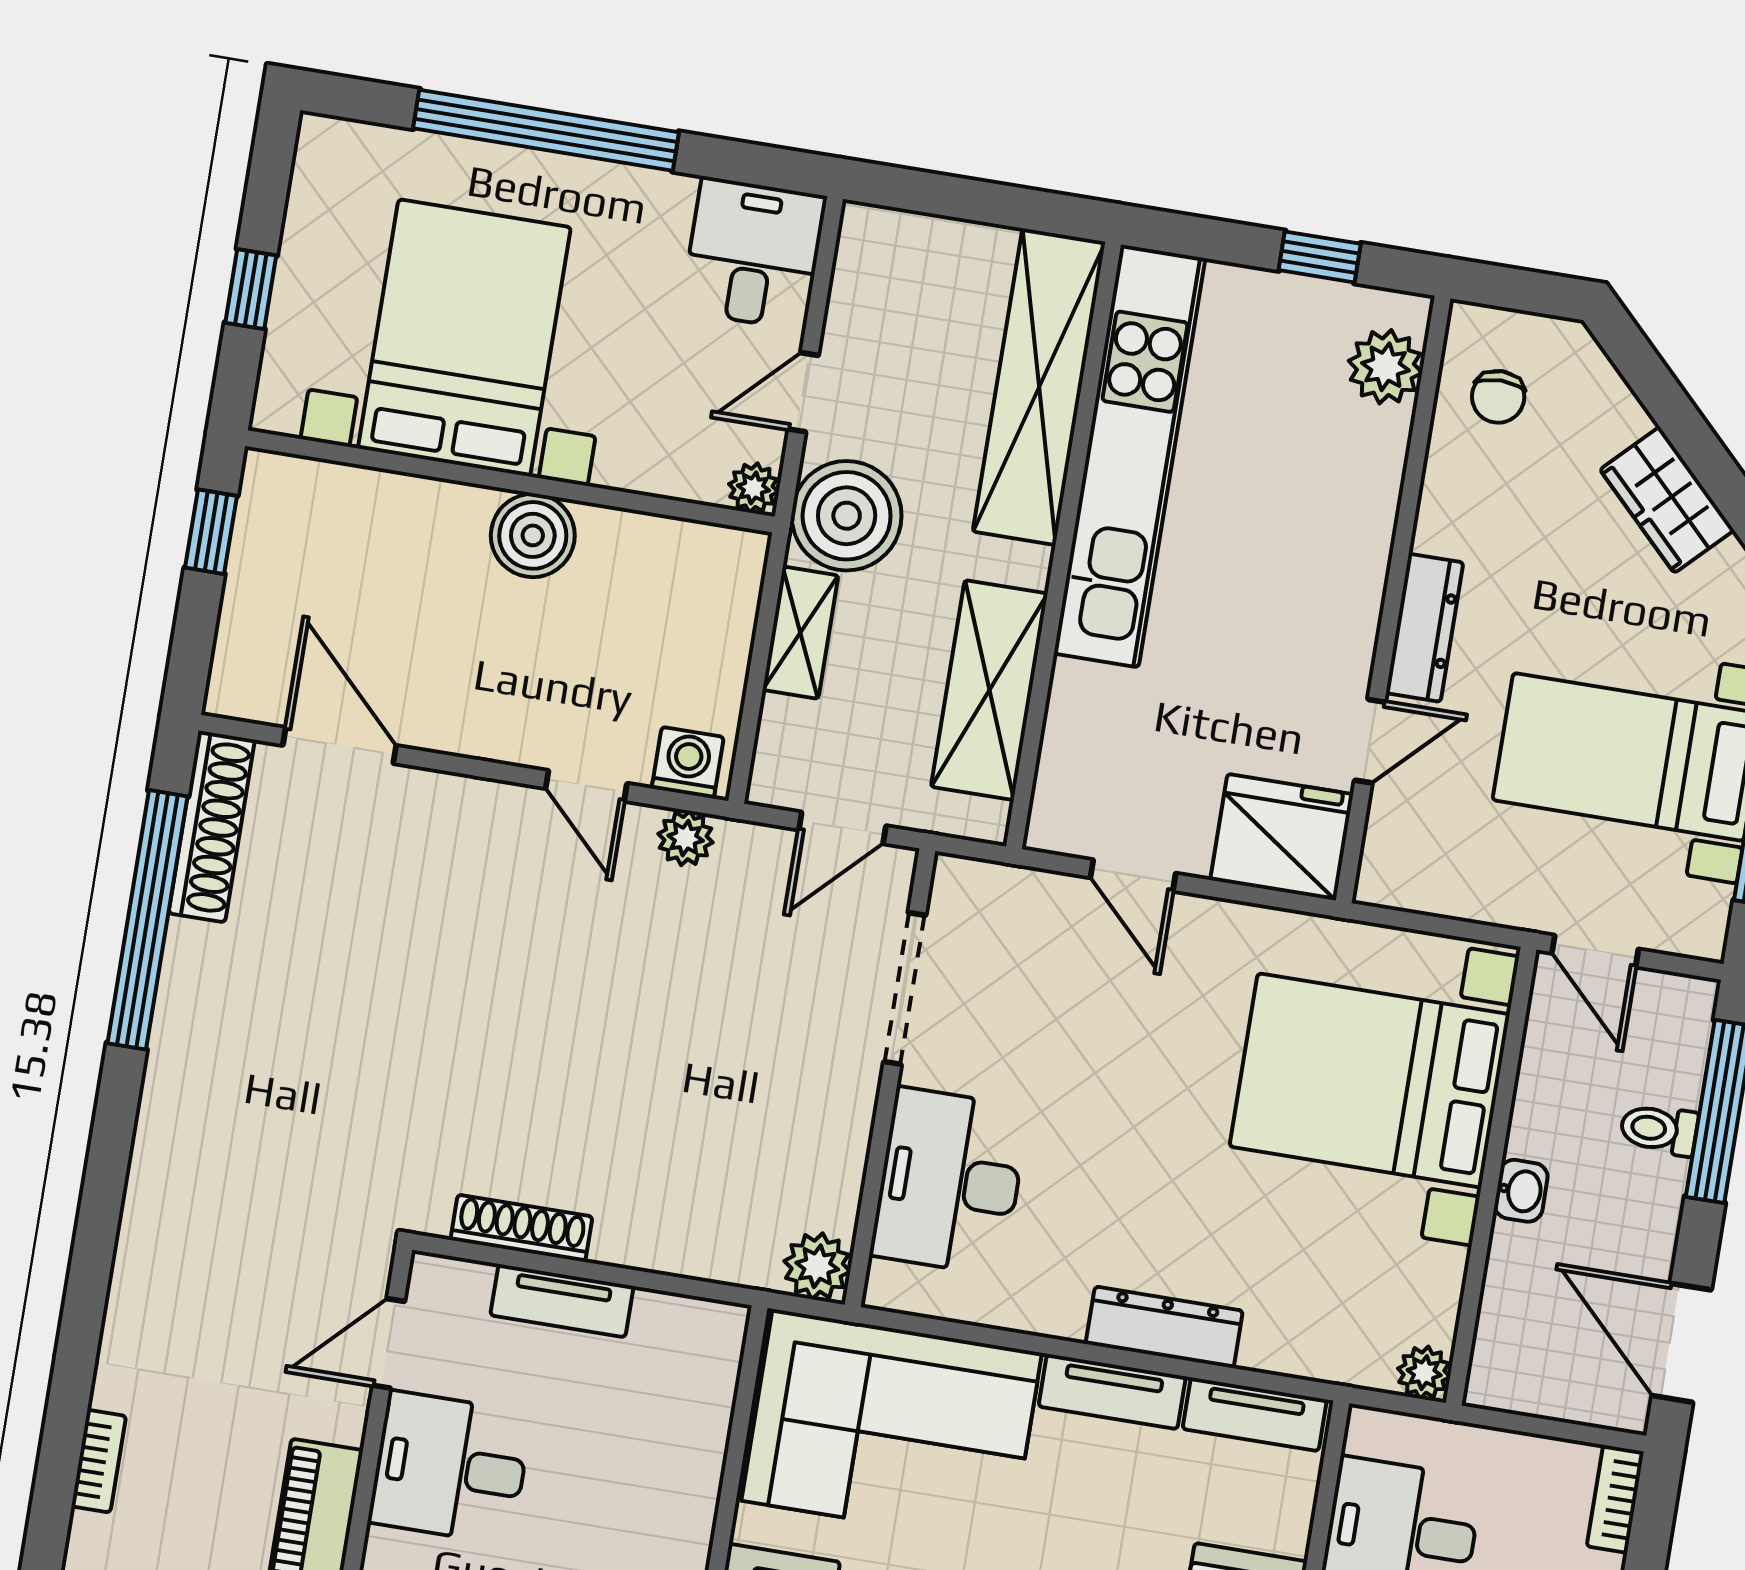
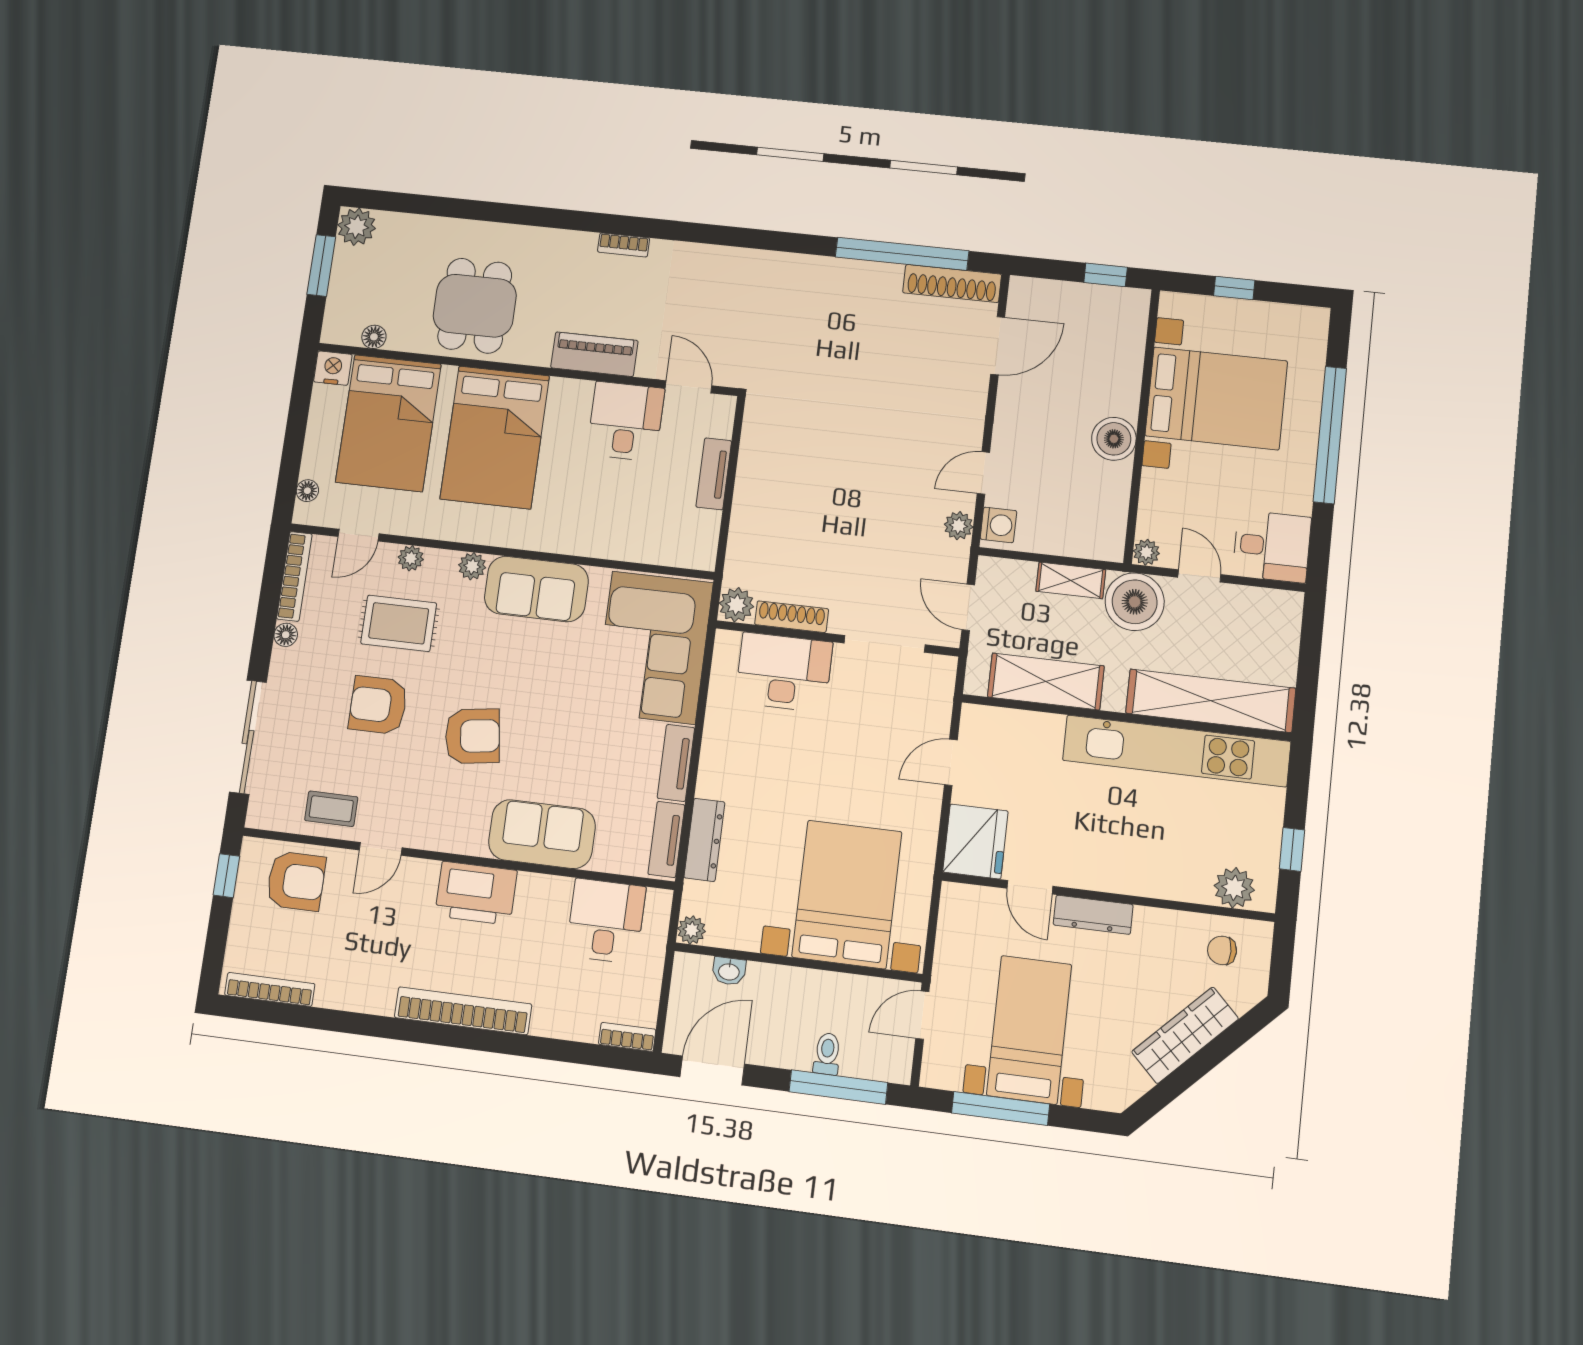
wardrobe: (1667, 500) -> (1185, 1035), width x1.50
washbasin: (1521, 1191) -> (729, 971), moved
shoe rack: (521, 1228) -> (792, 617), moved, turned -90
dresser: (1164, 1327) -> (704, 840), moved

